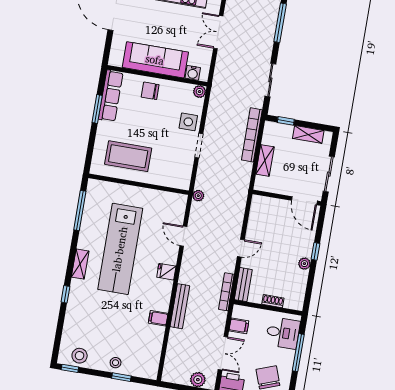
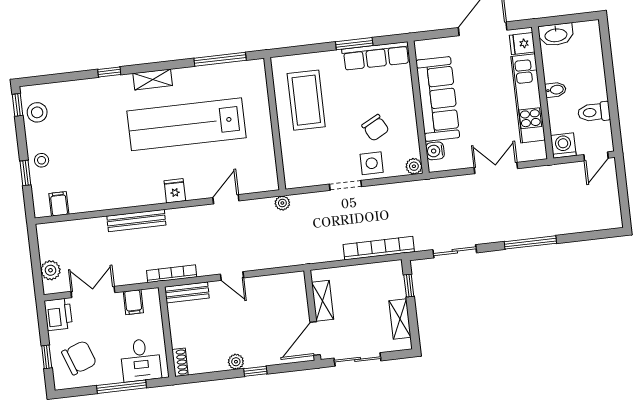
chair: (150, 91) -> (375, 128), moved, turned 152
shelving: (265, 160) -> (323, 301), moved, turned 90
shoe rack: (273, 301) -> (180, 362), moved
filing cabinet: (158, 318) -> (59, 204), moved
double door: (223, 353) -> (93, 292), swing flipped

